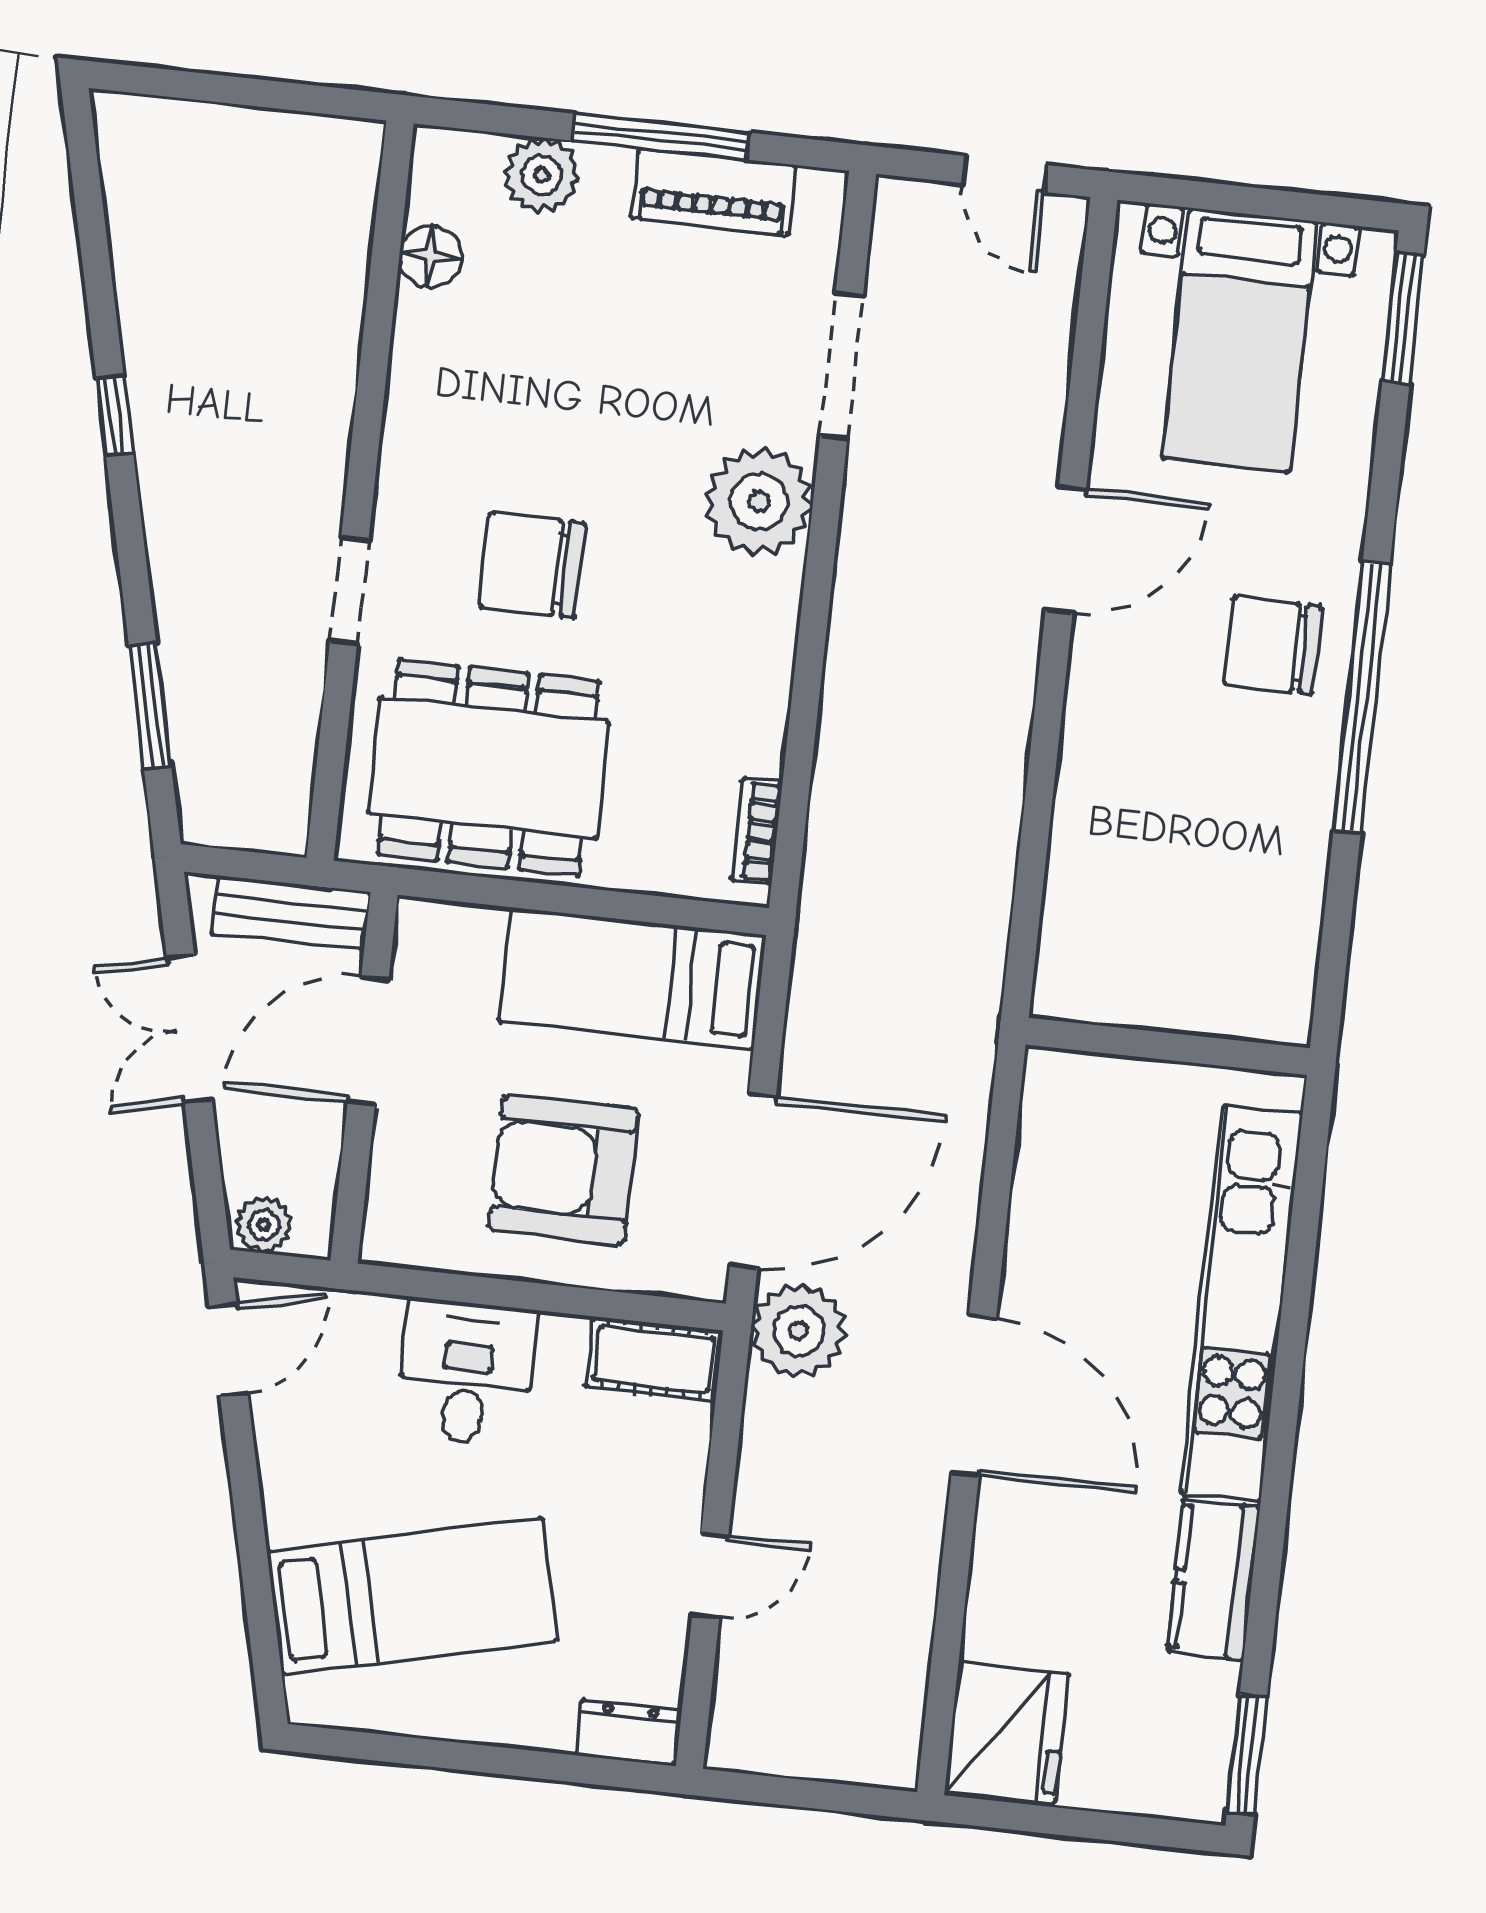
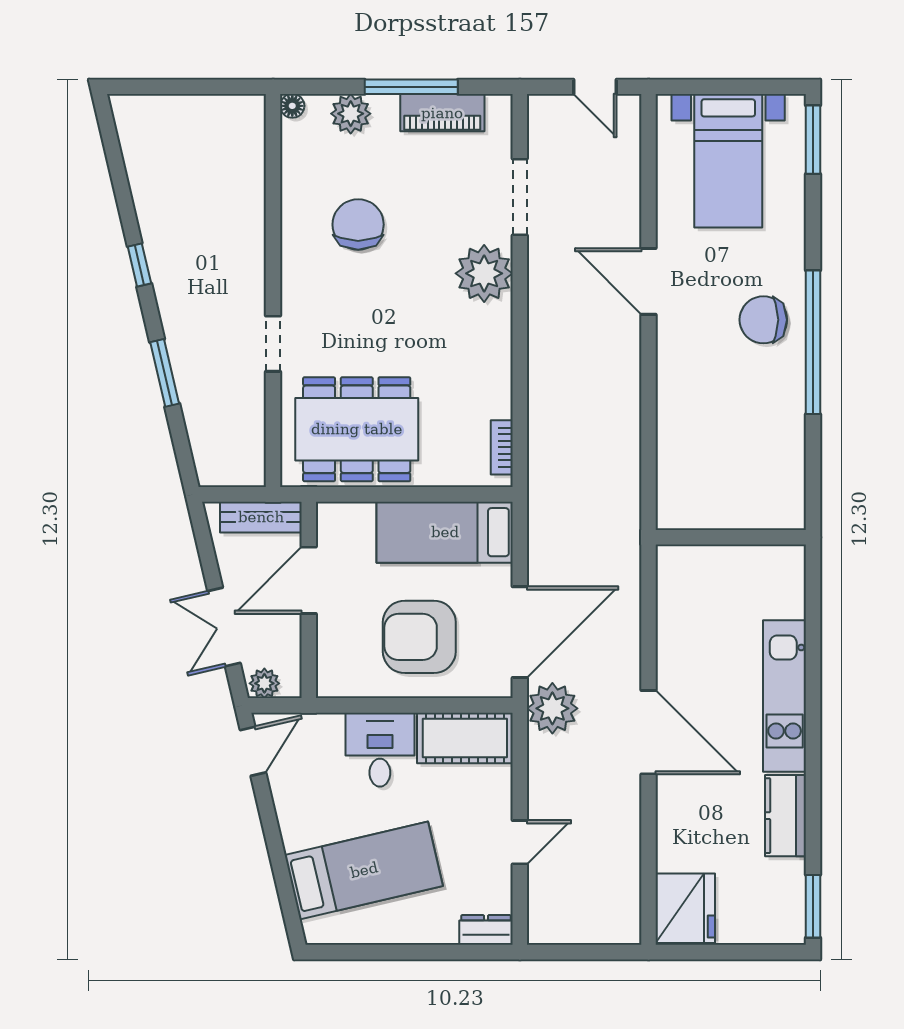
floor lamp: (430, 256) -> (292, 106), moved, width x0.73, depth x0.73
door: (1066, 550) -> (649, 281), swing flipped
chair: (532, 565) -> (358, 225), moved, turned 90
window: (150, 706) -> (165, 373), moved
double door: (189, 1029) -> (224, 627), moved
kitchen unit: (1242, 1303) -> (785, 696), width x0.73
cot: (654, 1359) -> (465, 738), width x1.37, depth x1.34

